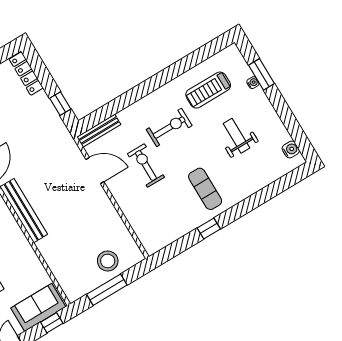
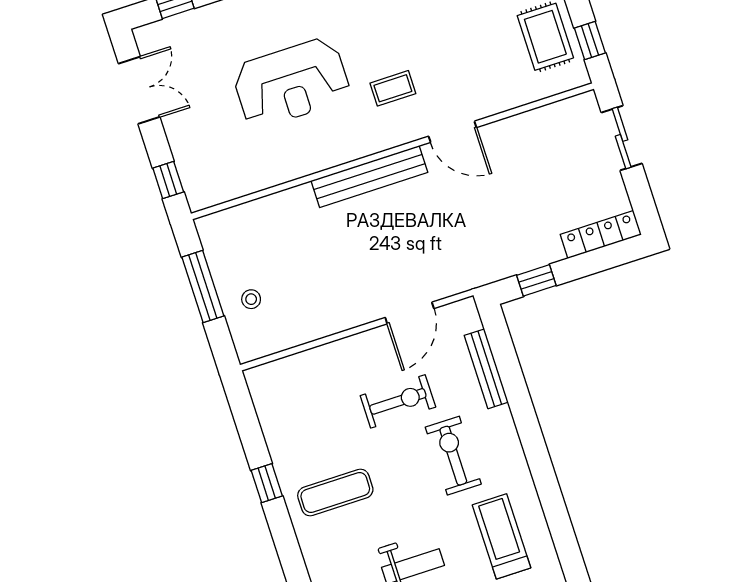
exercise bike: (169, 127) -> (453, 456), turned 180
bench: (99, 131) -> (486, 369), moved
stool: (108, 261) -> (251, 299), width x0.53, depth x0.53
sofa: (38, 307) -> (200, 163), removed

